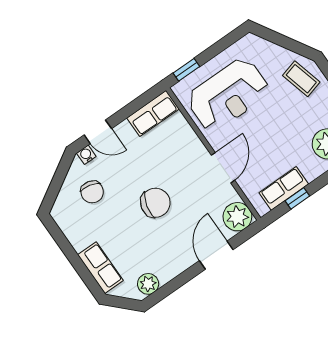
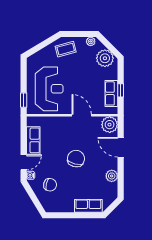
row of seats: (153, 113) -> (33, 140), moved
plant: (148, 284) -> (112, 176), moved

